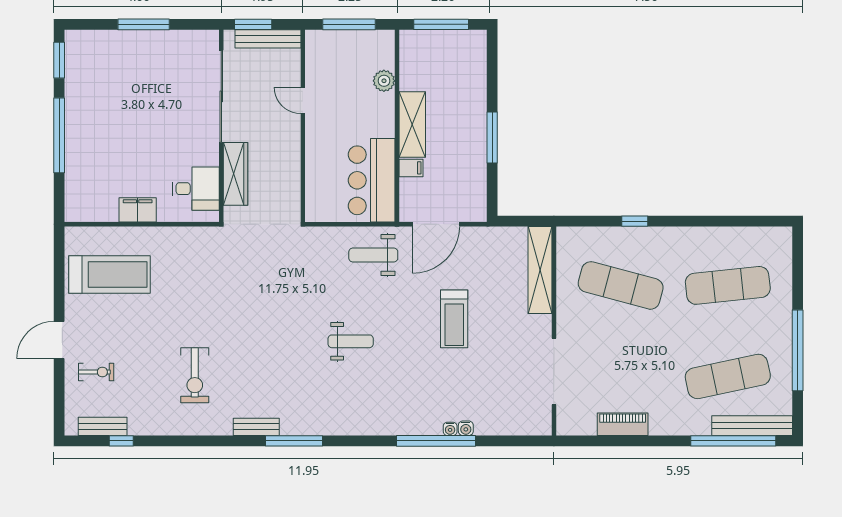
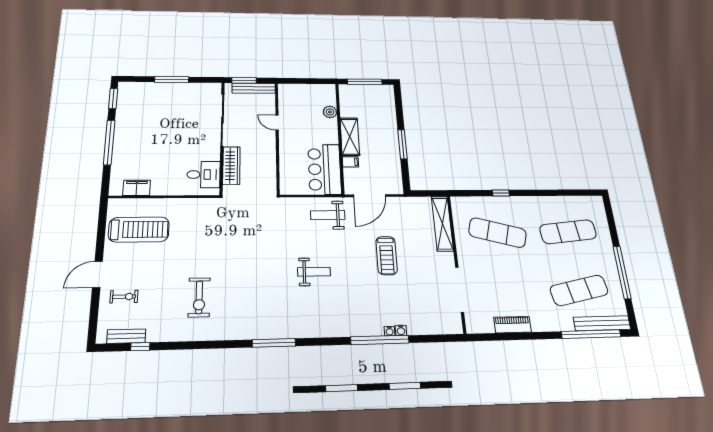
window: (349, 24) -> (306, 81), removed
filing cabinet: (138, 210) -> (137, 188), moved
bench: (256, 427) -> (245, 333), removed

